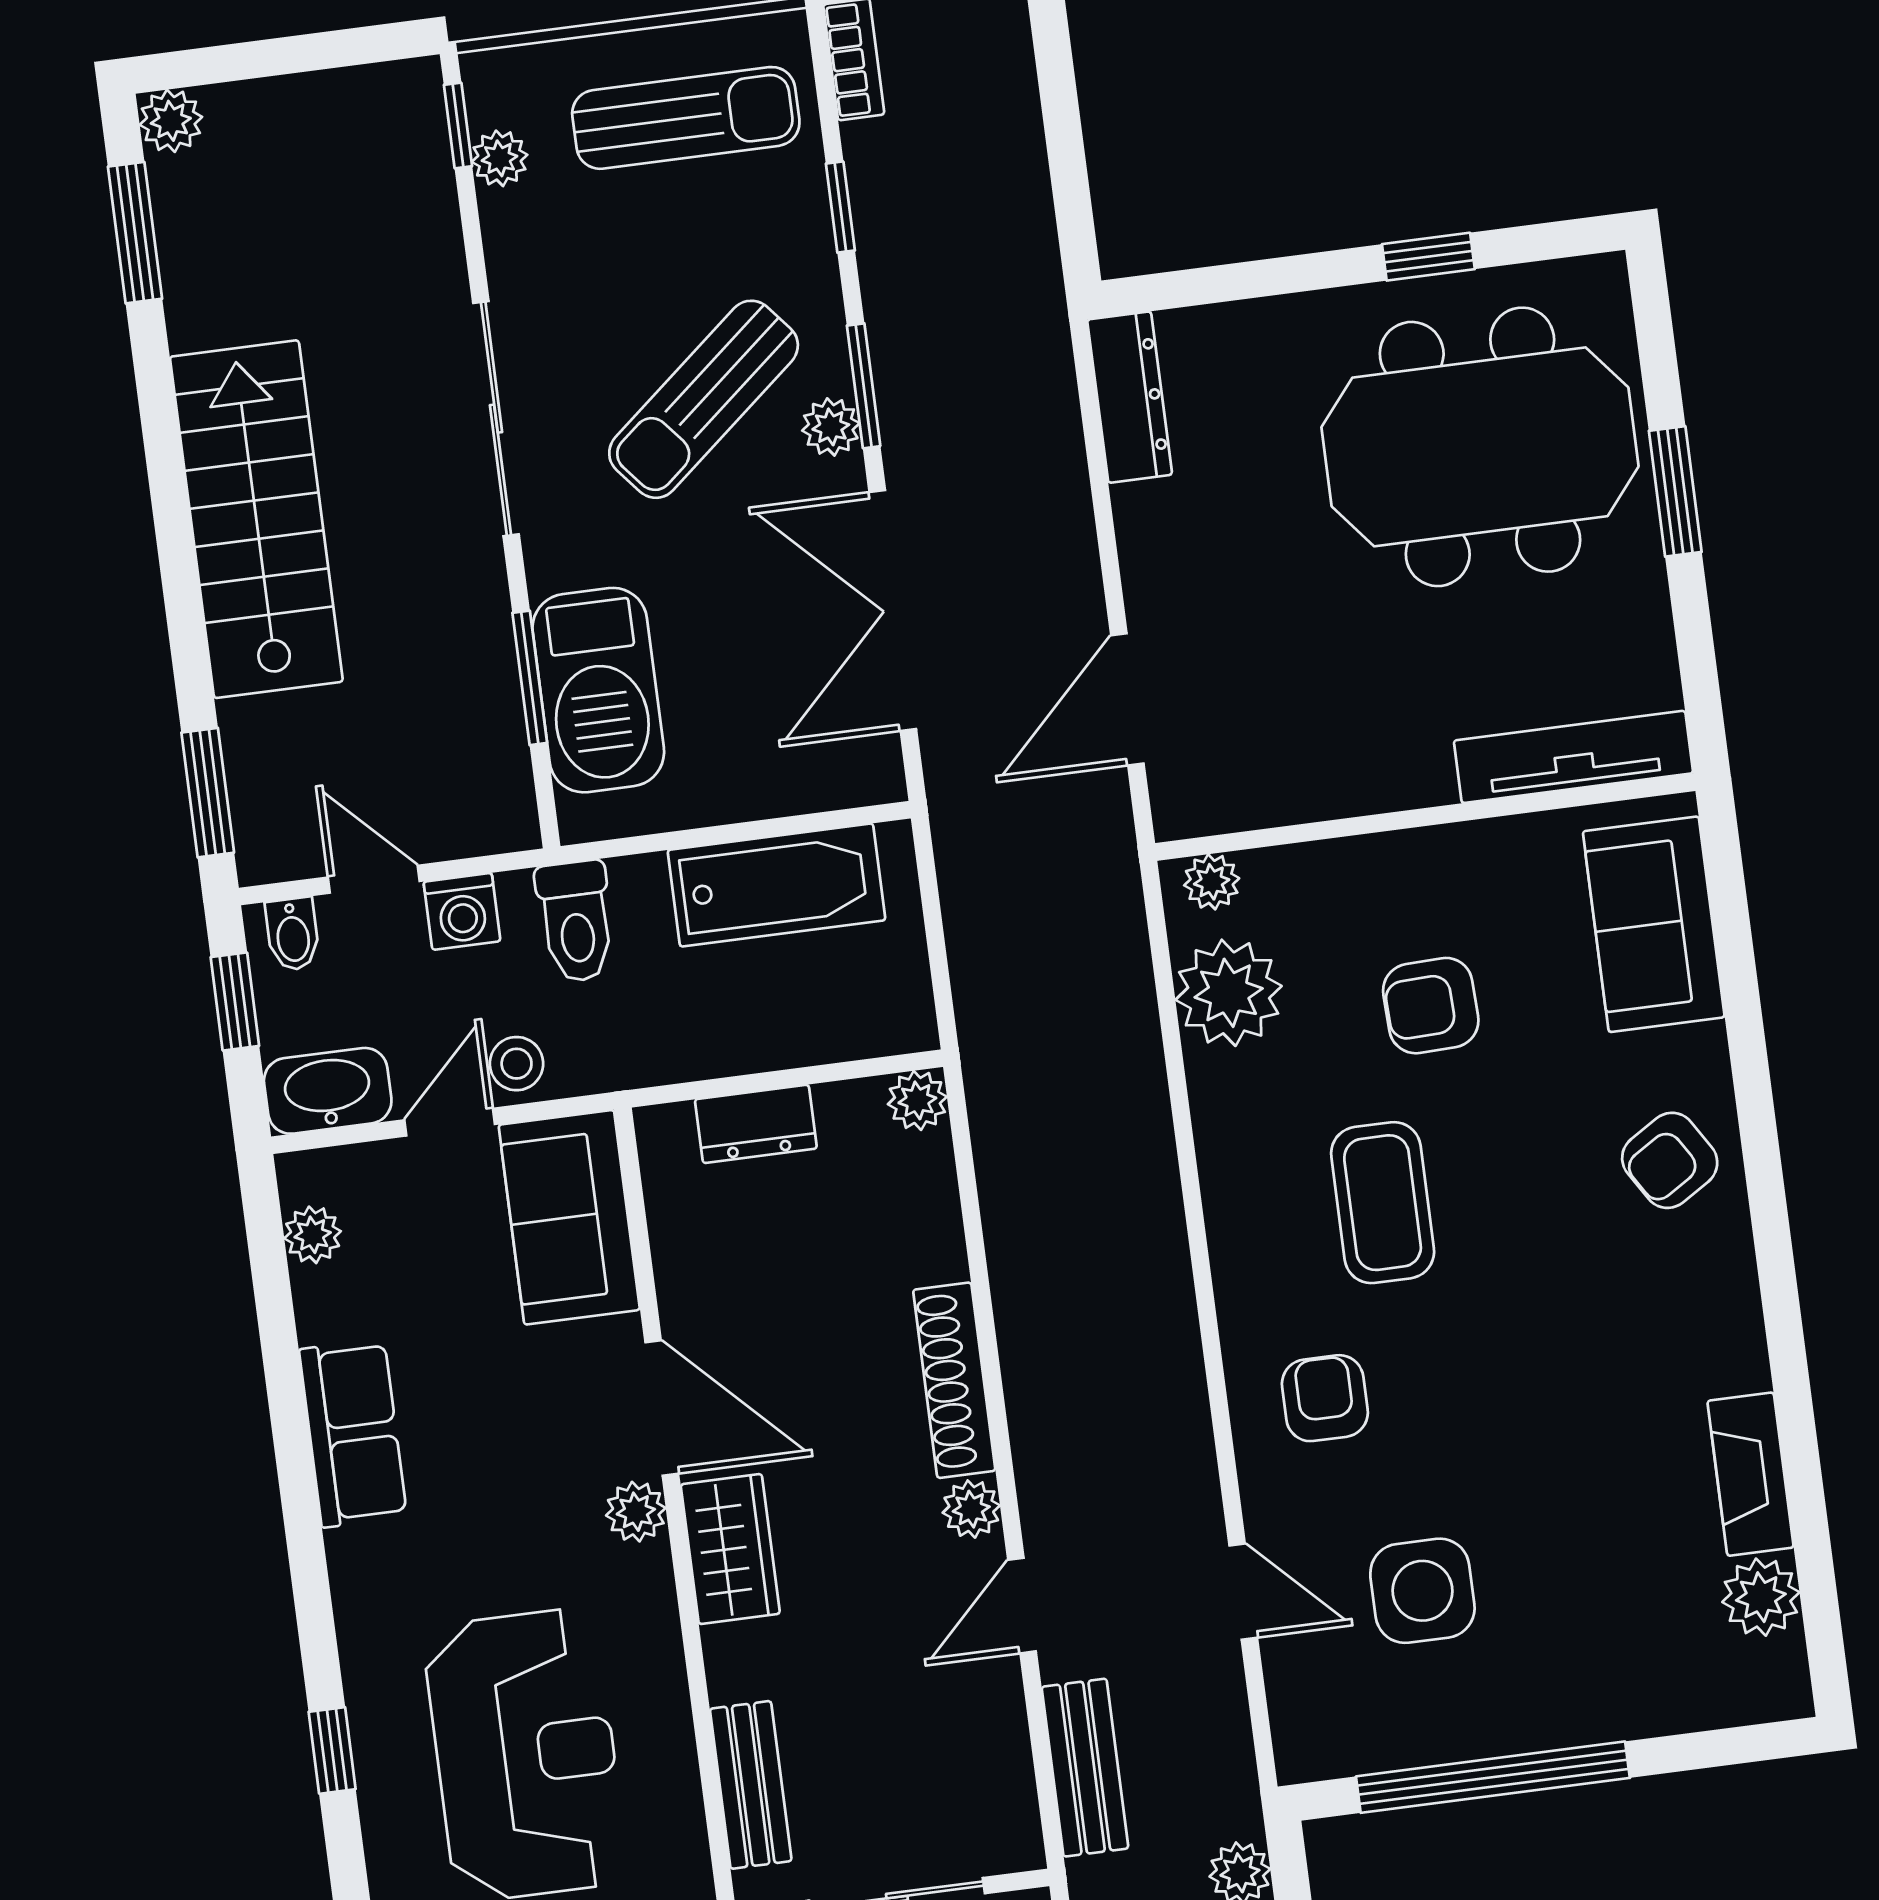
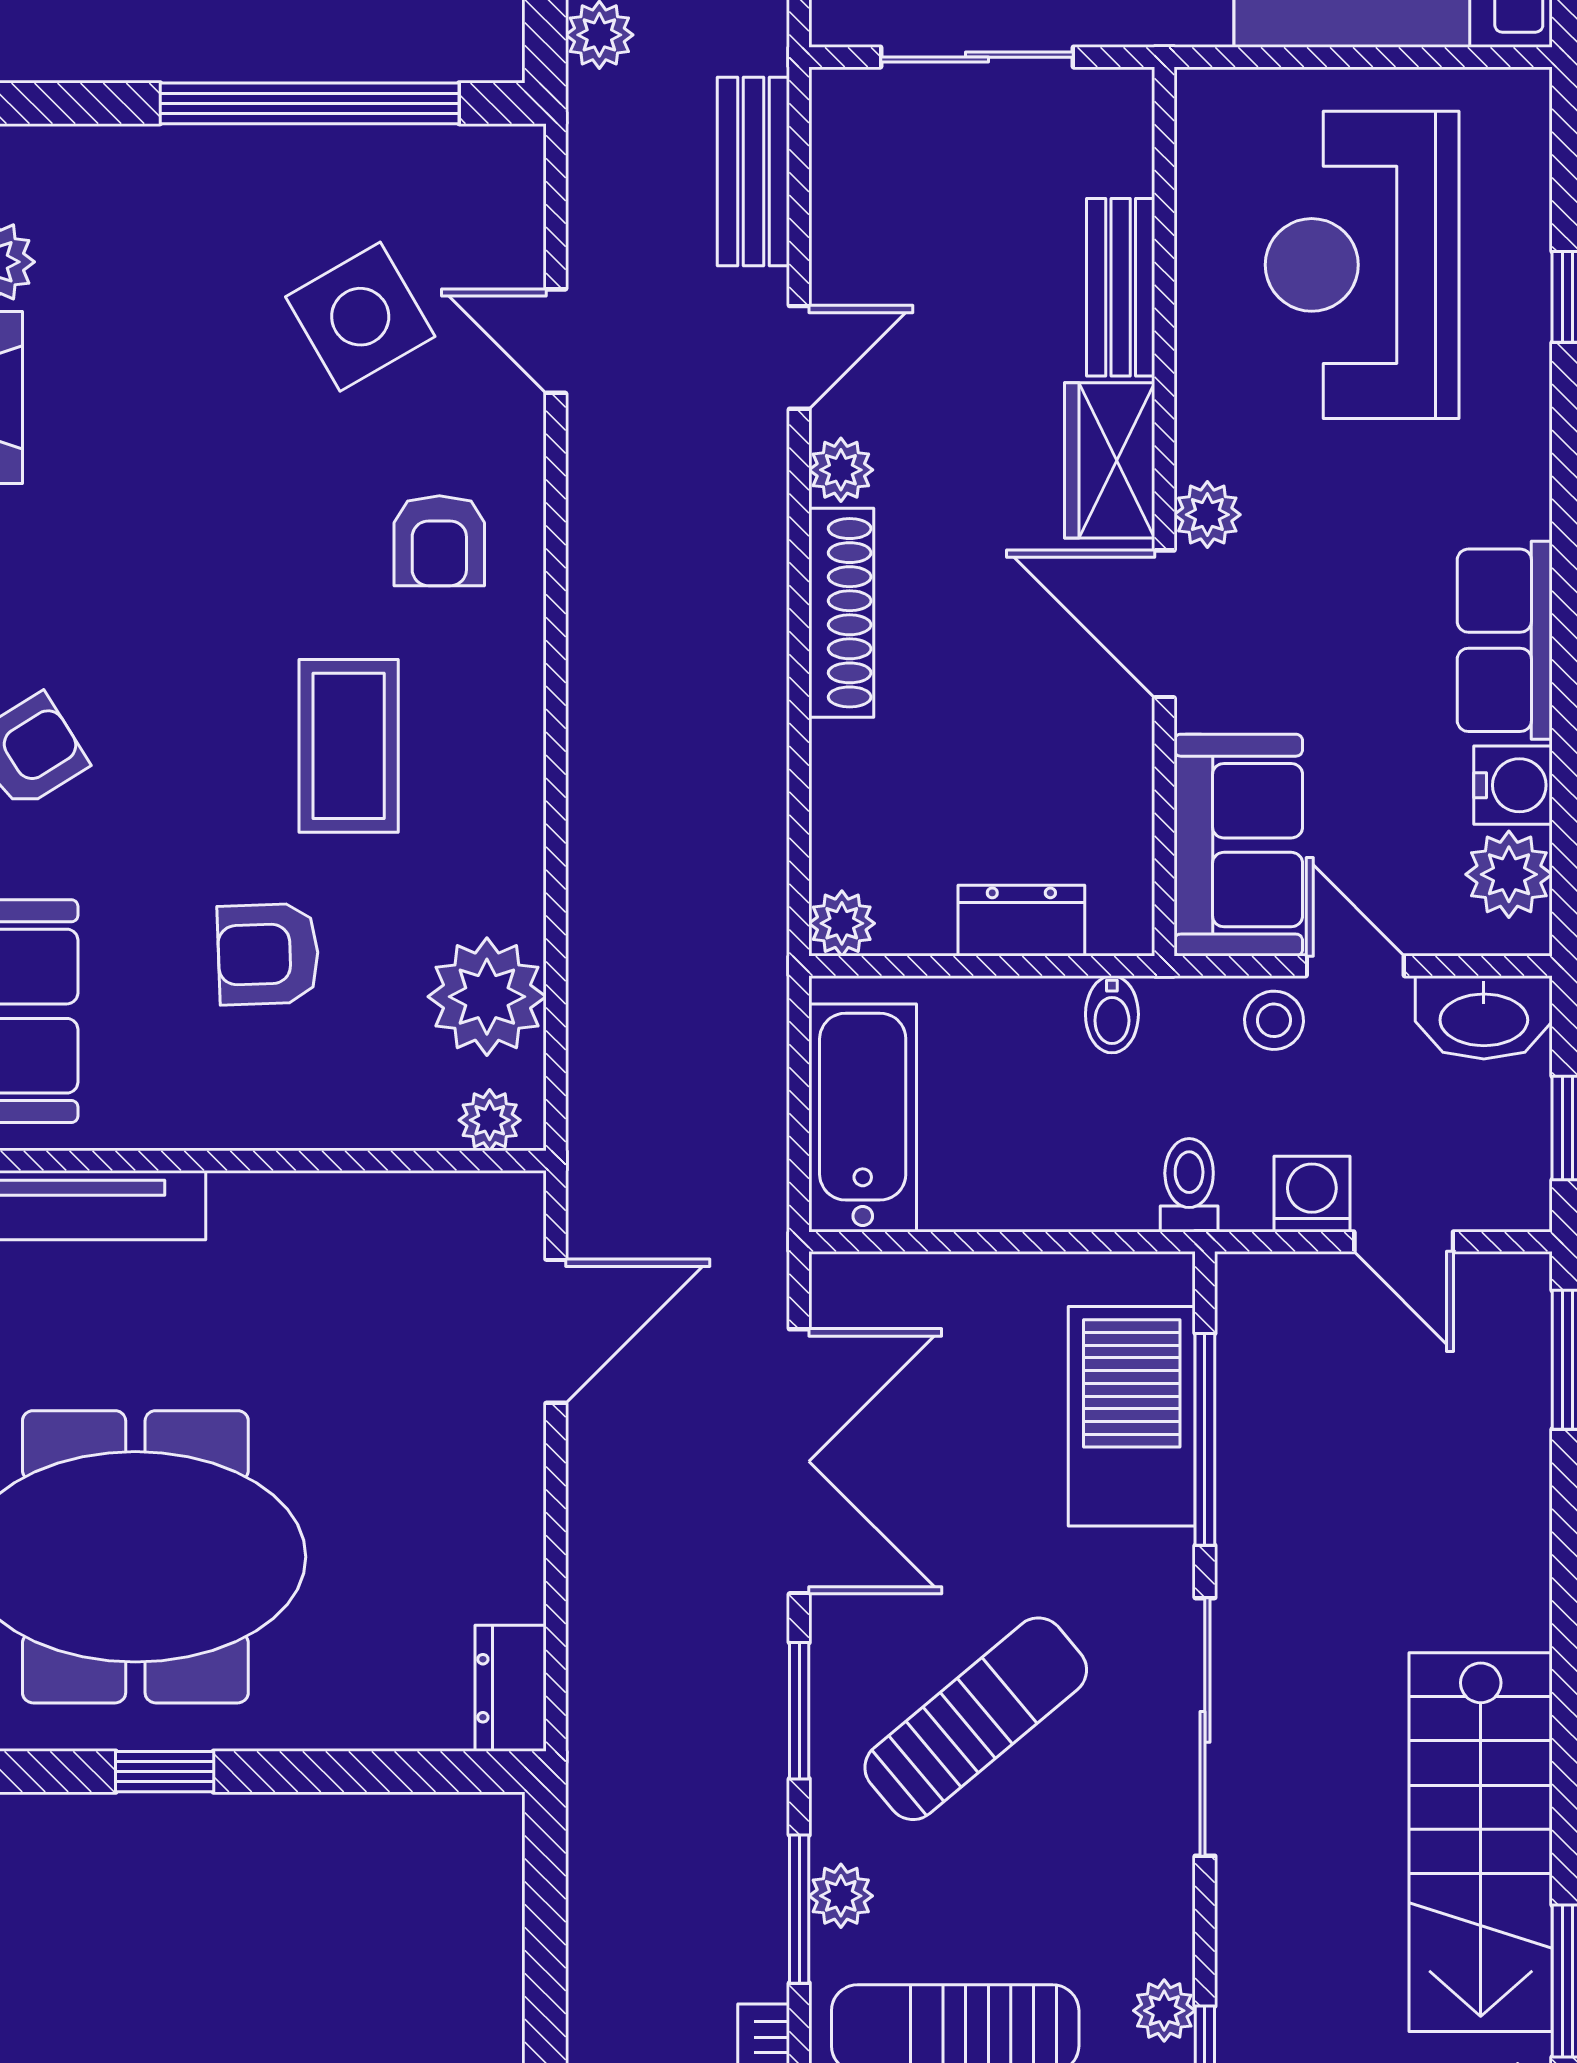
window: (840, 207) -> (799, 1909), width x1.50
dresser: (1130, 397) -> (511, 1688), width x0.70
plant: (831, 427) -> (841, 1896), moved
stairs: (256, 519) -> (1481, 1842), moved
window: (530, 678) -> (1205, 1439), width x1.44
bathtub: (776, 885) -> (863, 1118), moved, turned 90
toilet: (576, 921) -> (1189, 1185), width x0.73, depth x0.72
bidet: (293, 934) -> (1112, 1014), moved, turned 180
armchair: (1431, 1006) -> (268, 954), turned 180
door: (450, 1122) -> (1355, 966), swing flipped
plant: (313, 1235) -> (1509, 874), width x1.38, depth x1.38
water cooler: (329, 1303) -> (1513, 785), added
side table: (1422, 1591) -> (360, 317), turned -30
bench: (751, 1785) -> (1121, 287), moved

